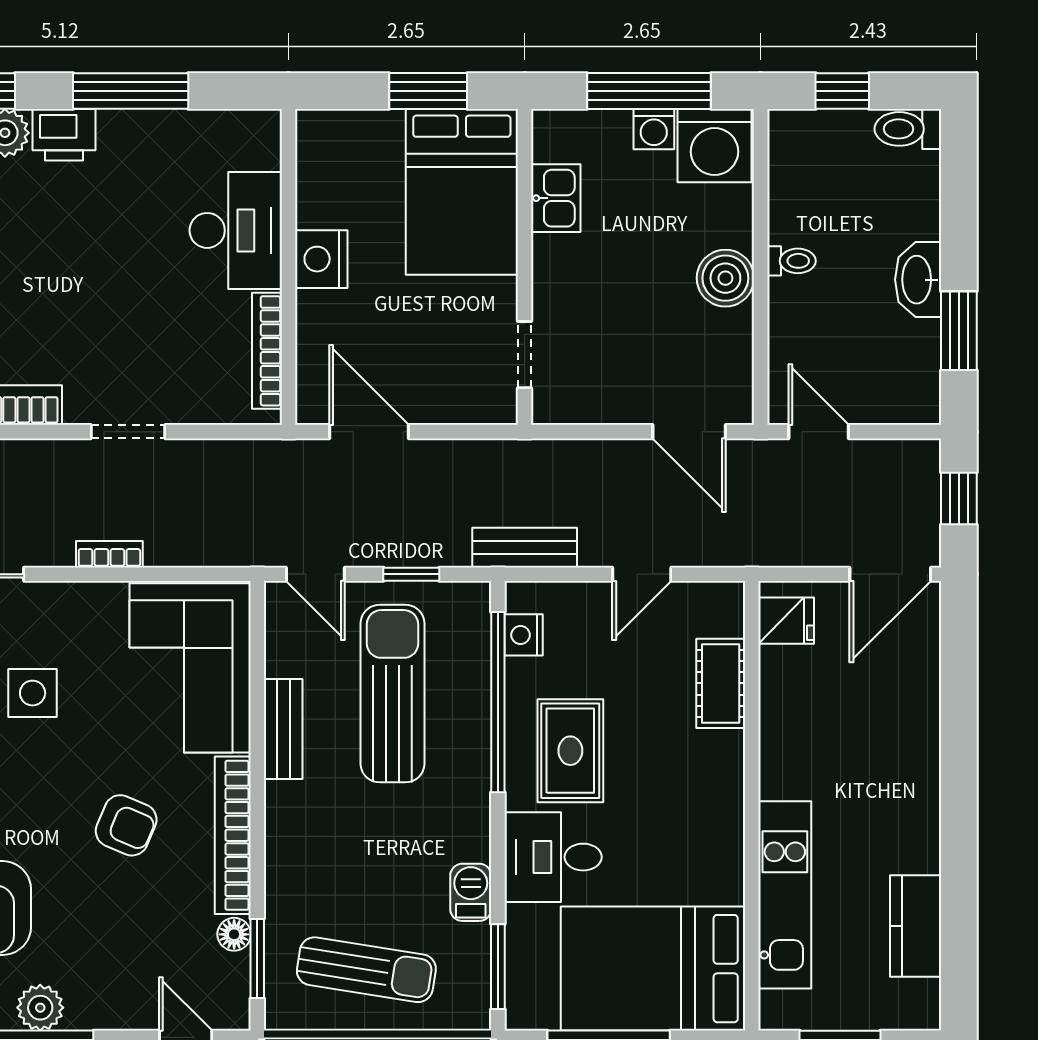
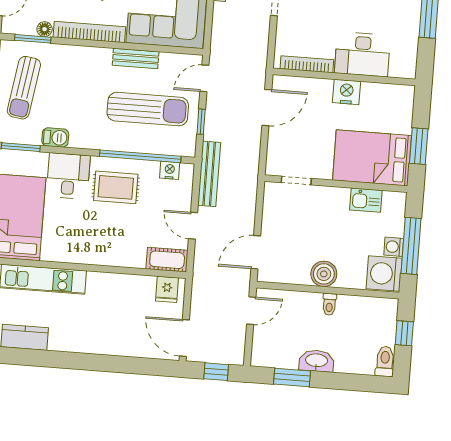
bench: (525, 548) -> (209, 174), width x1.36
cot: (721, 683) -> (167, 260), moved

